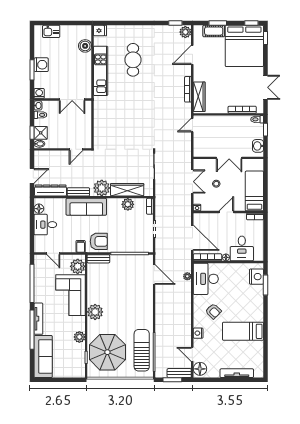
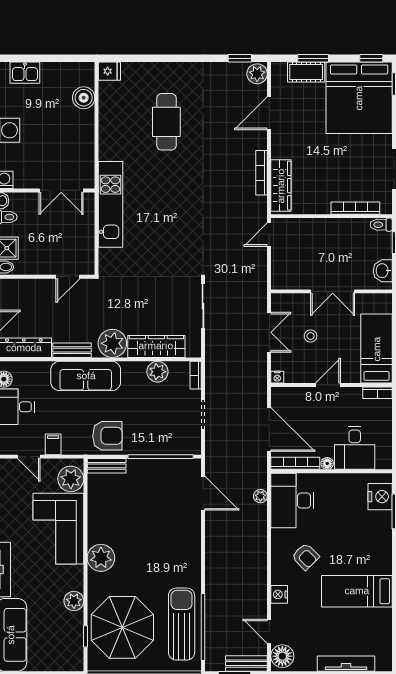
kitchen unit: (101, 71) -> (110, 204), moved
filing cabinet: (81, 246) -> (53, 444), moved

